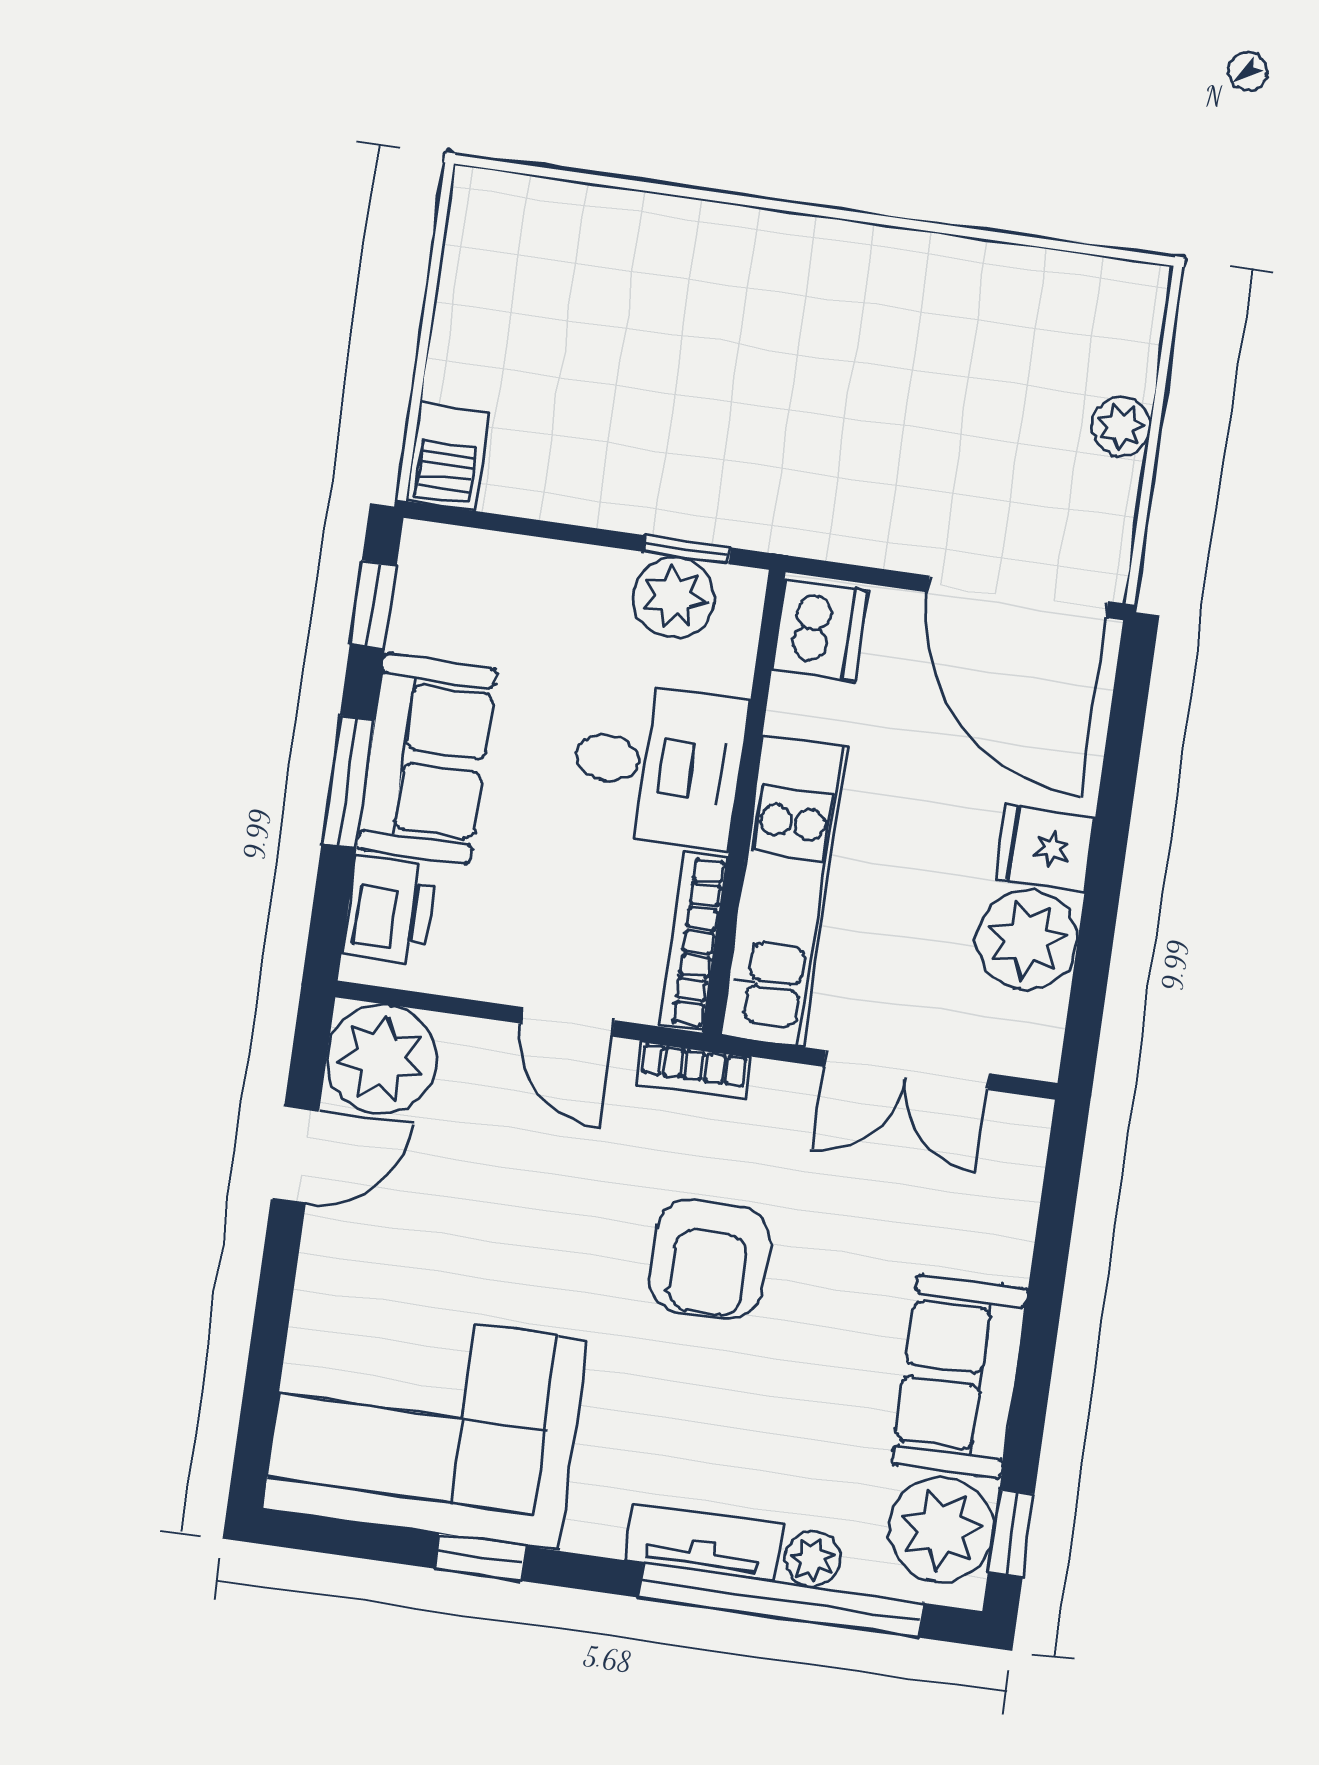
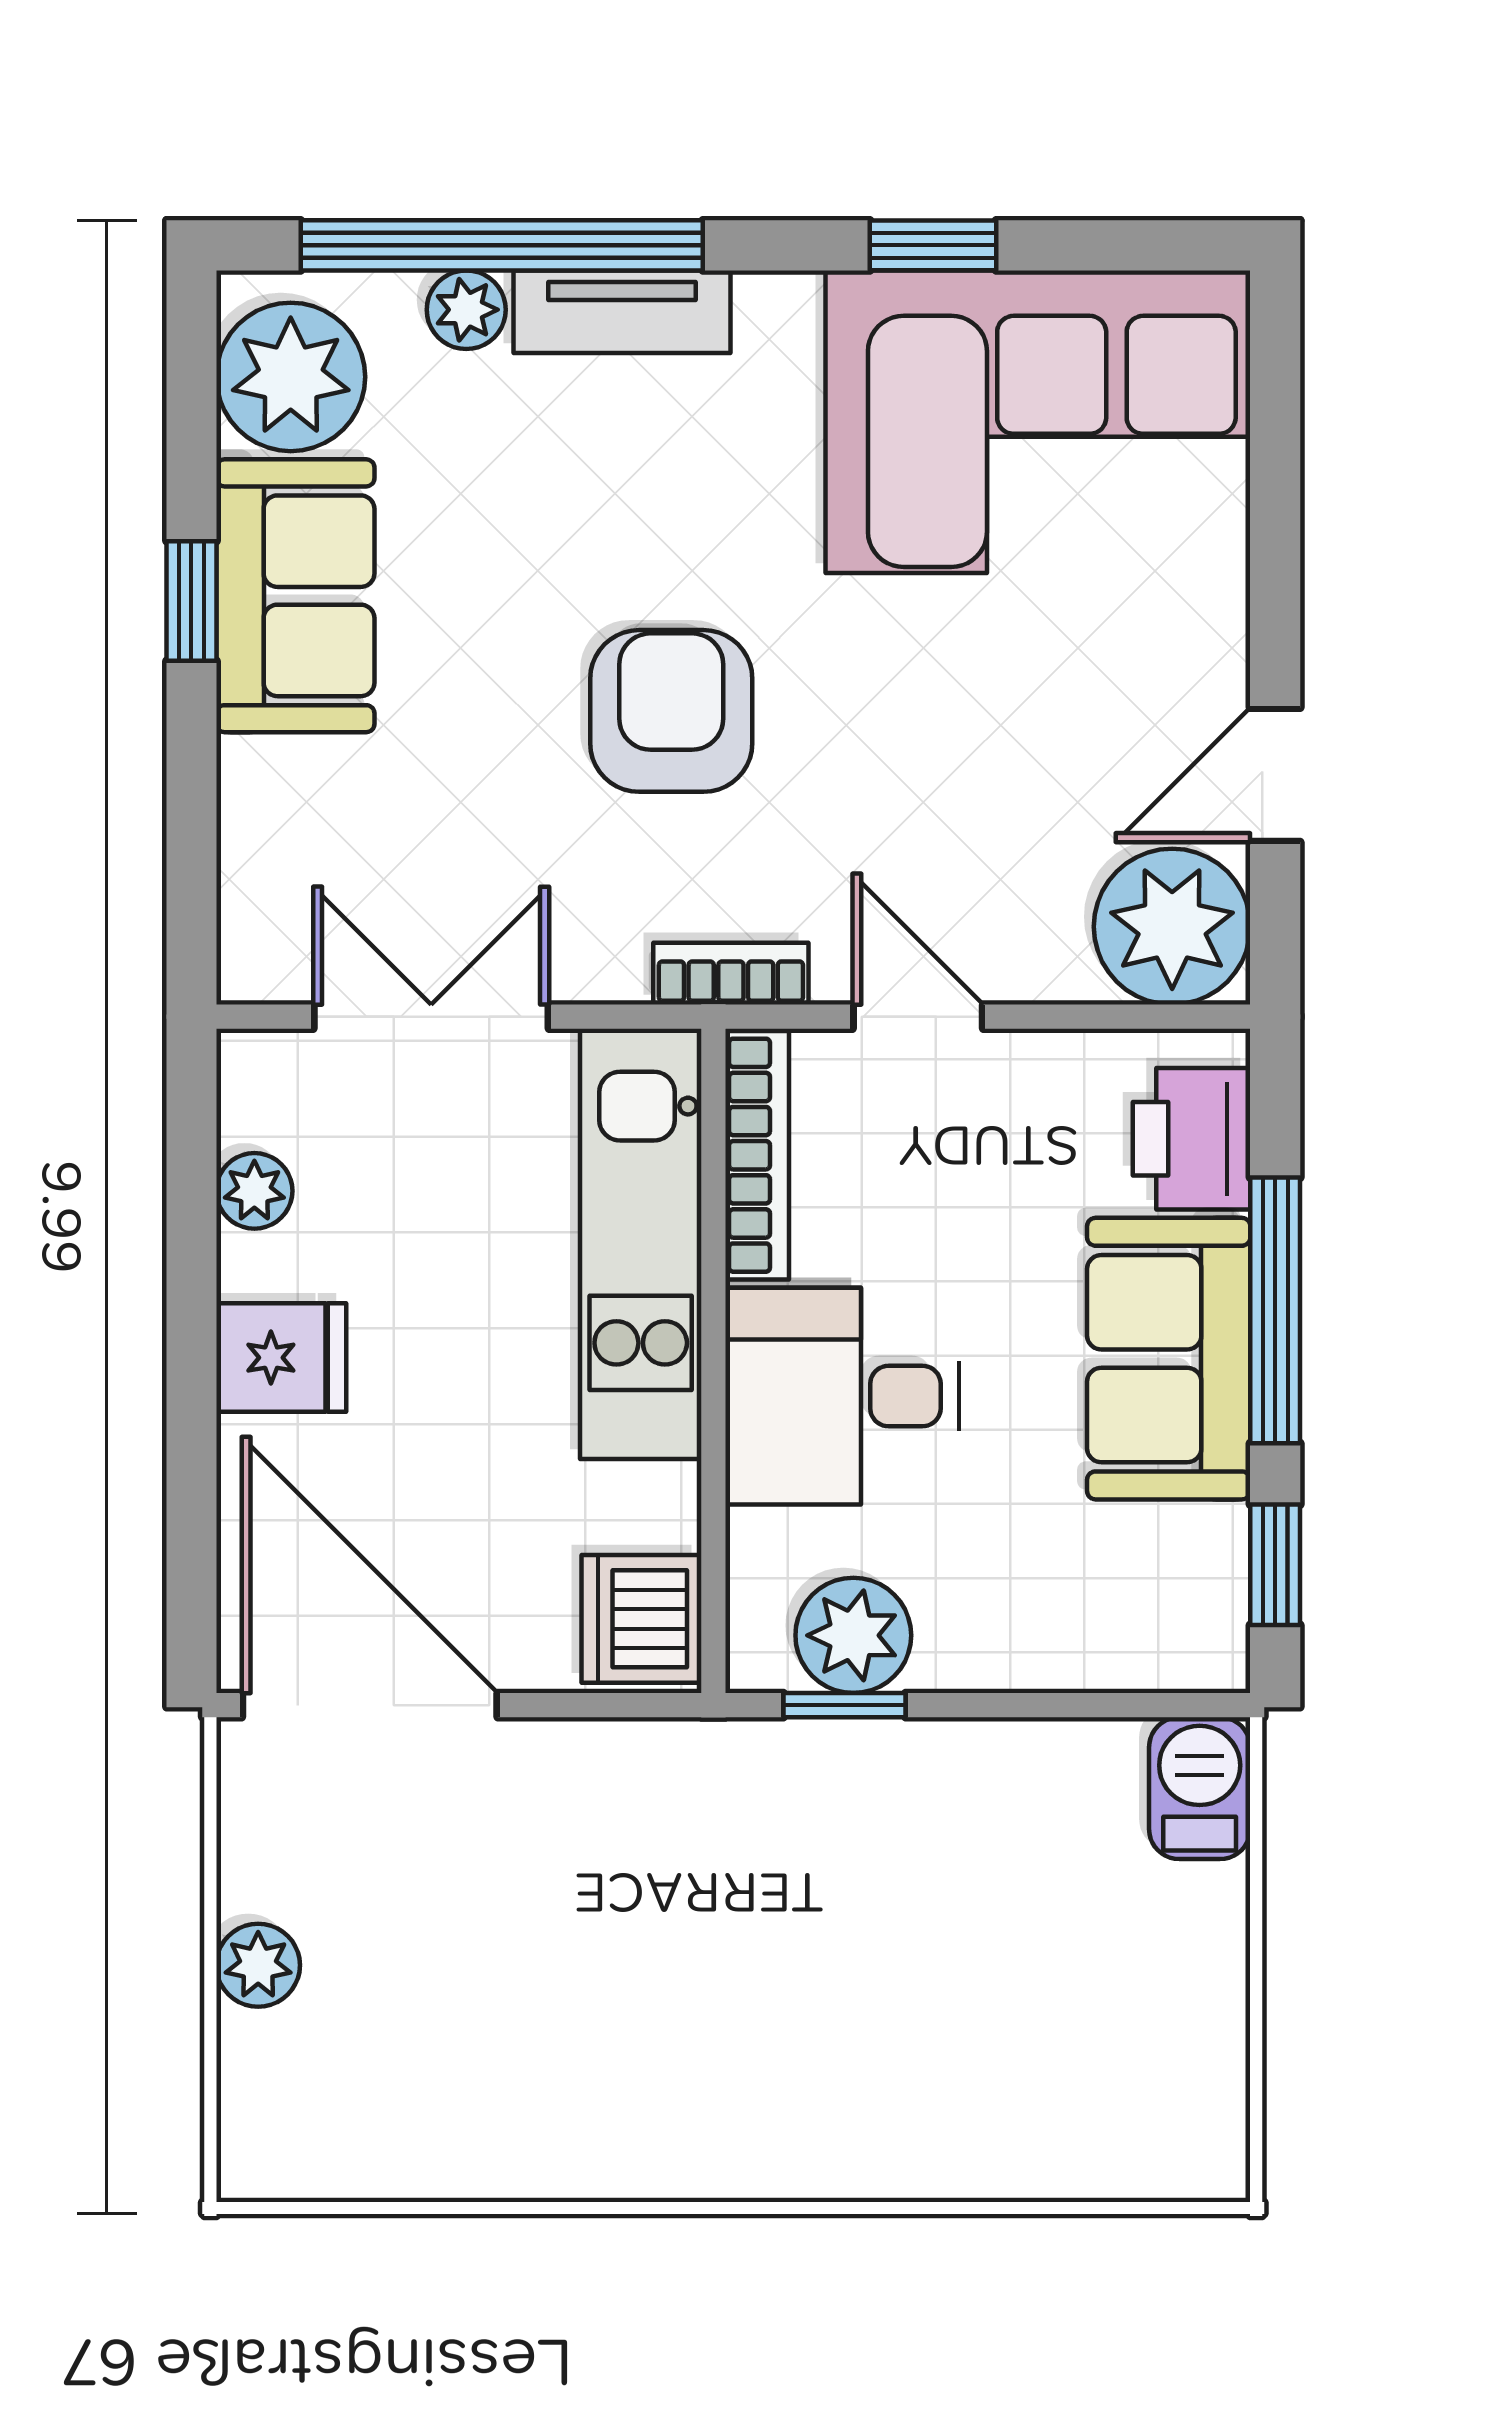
window: (348, 782) -> (1275, 1310), width x1.44
plant: (1027, 940) -> (254, 1191), width x0.53, depth x0.53
window: (1011, 1533) -> (191, 601), moved

